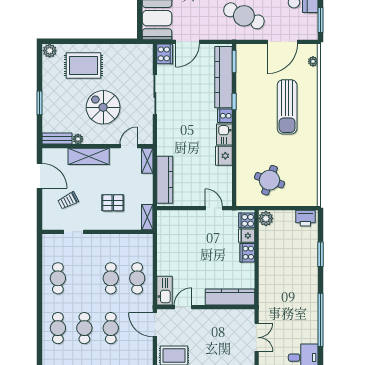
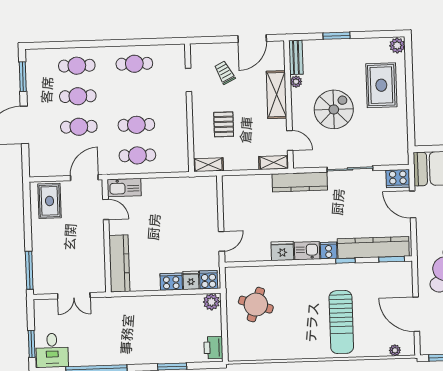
sun lounger: (287, 107) -> (341, 322), turned -90
kitchen counter: (165, 180) -> (300, 182), moved

